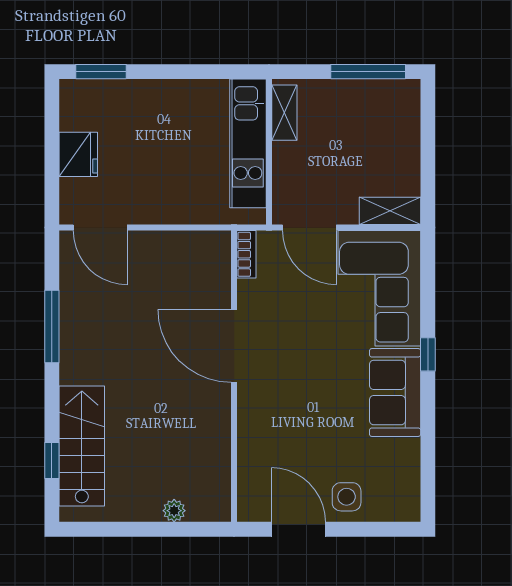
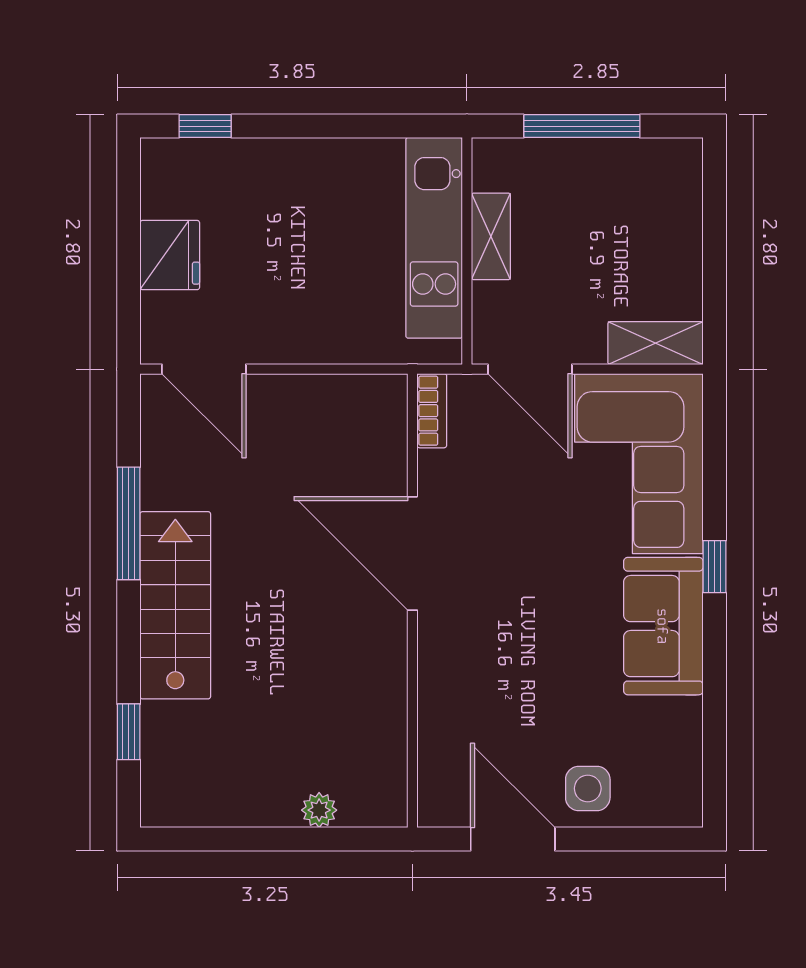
window: (101, 72) -> (205, 126), width x0.67
window: (368, 72) -> (582, 126), moved
shelving: (284, 113) -> (491, 236), moved
stairs: (82, 446) -> (175, 605), moved

